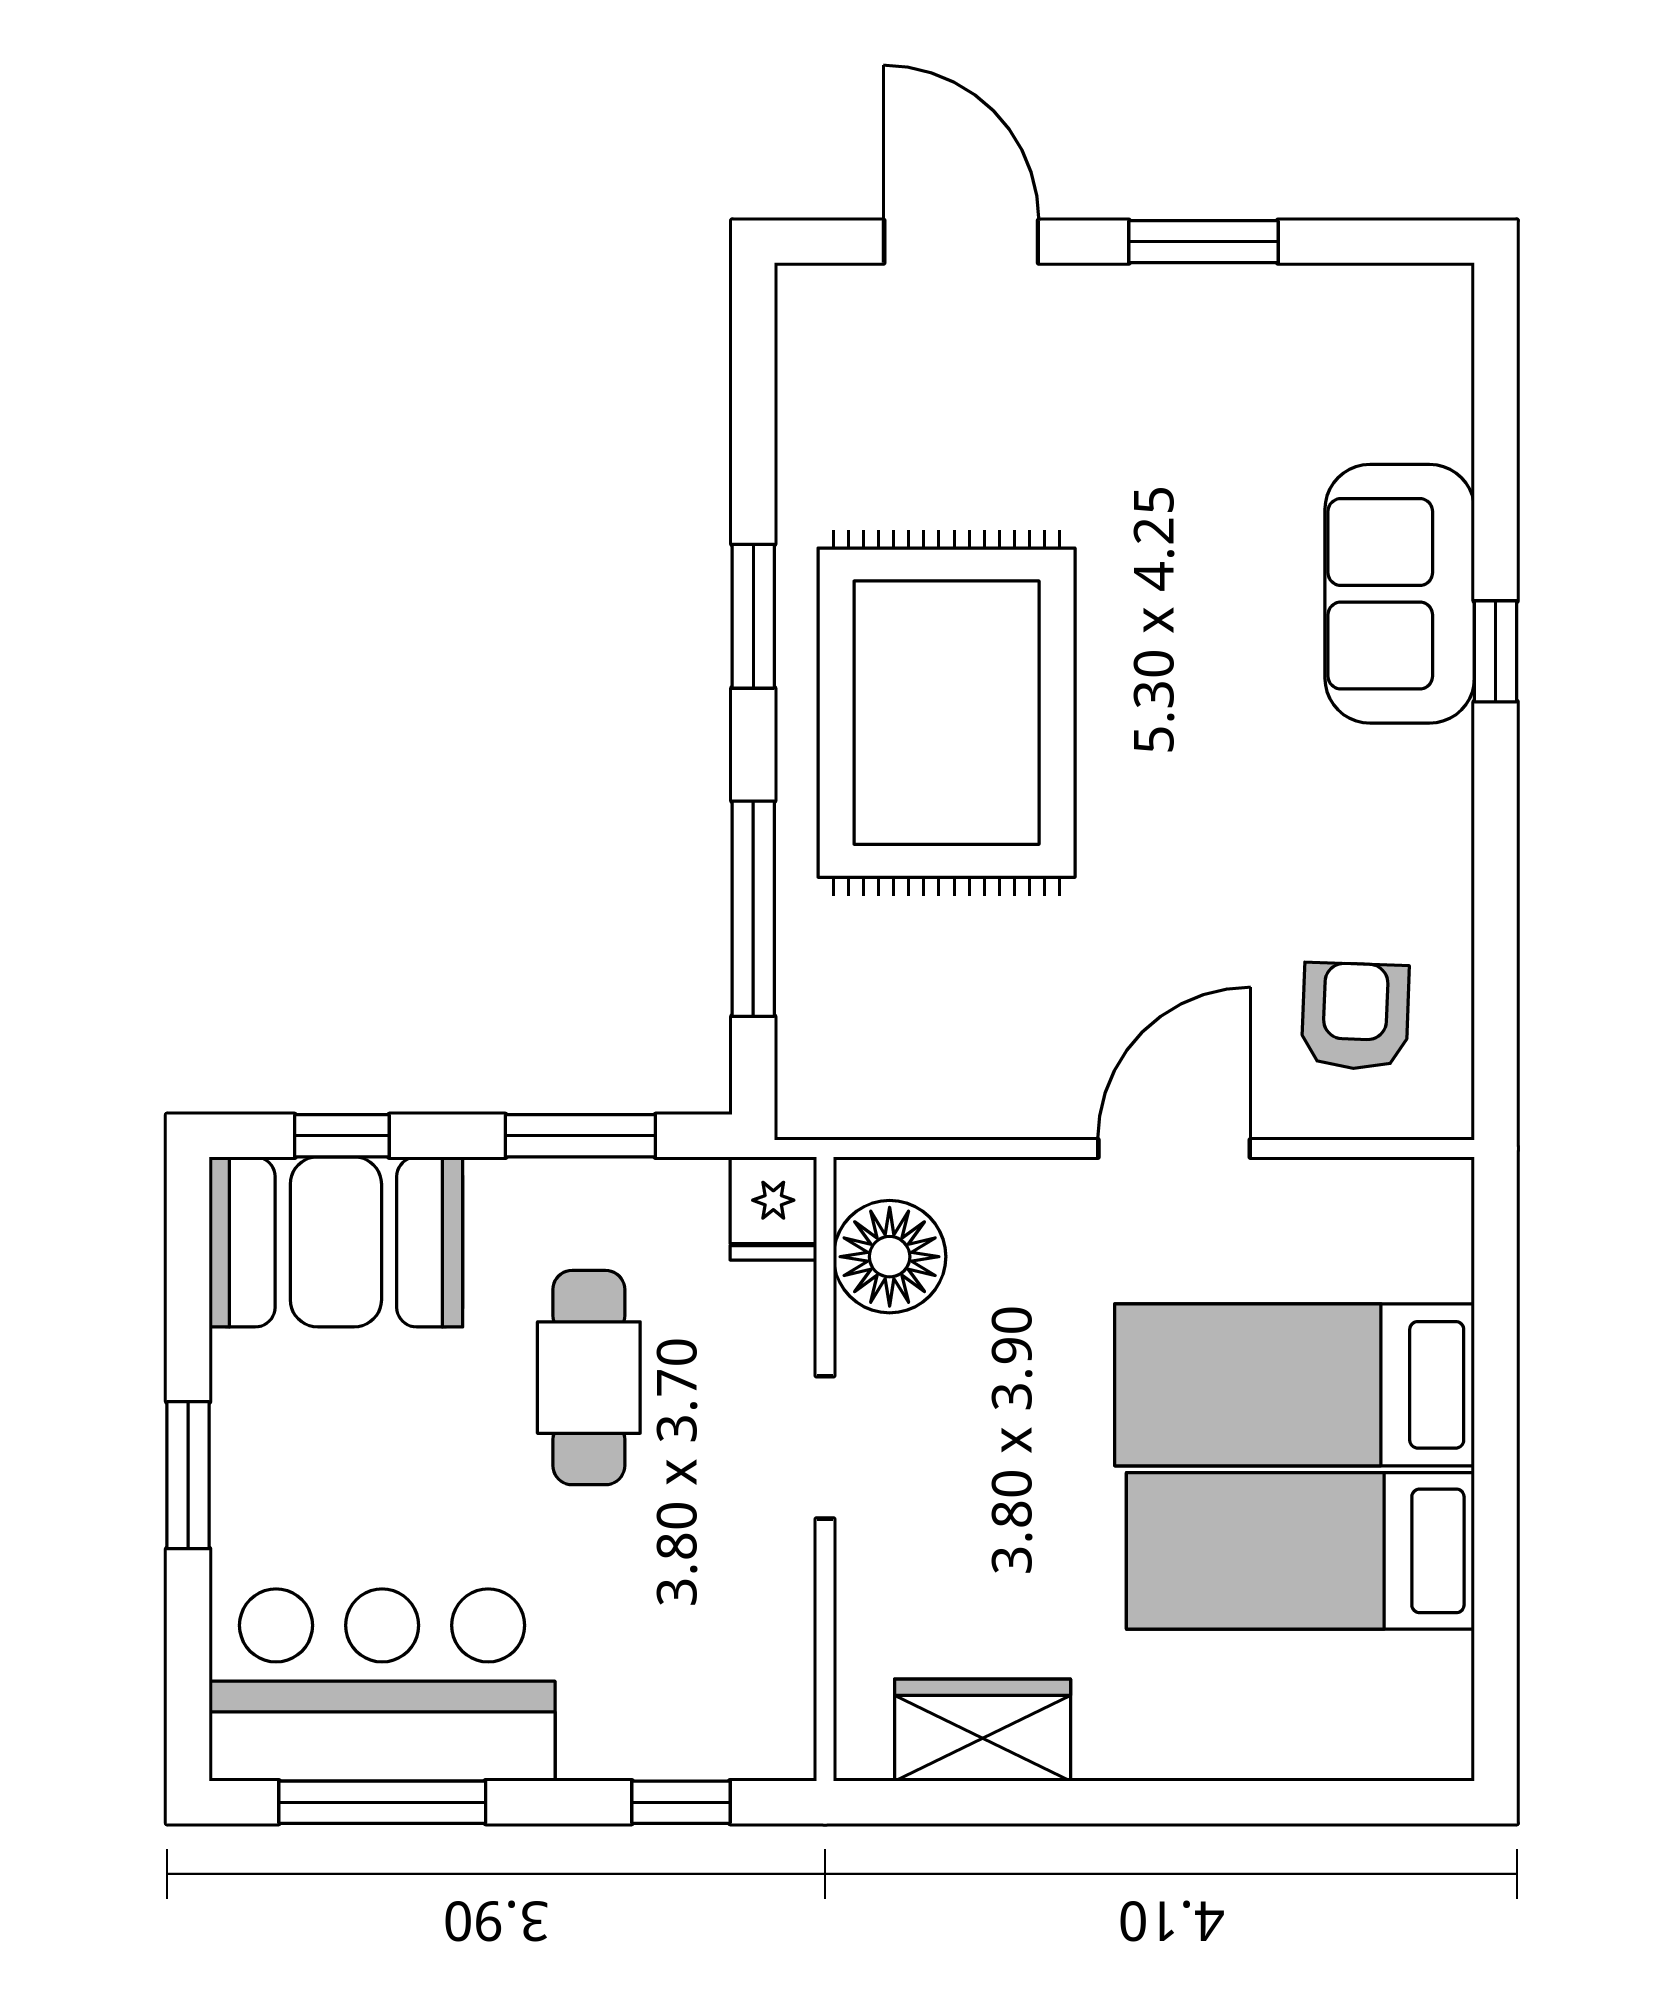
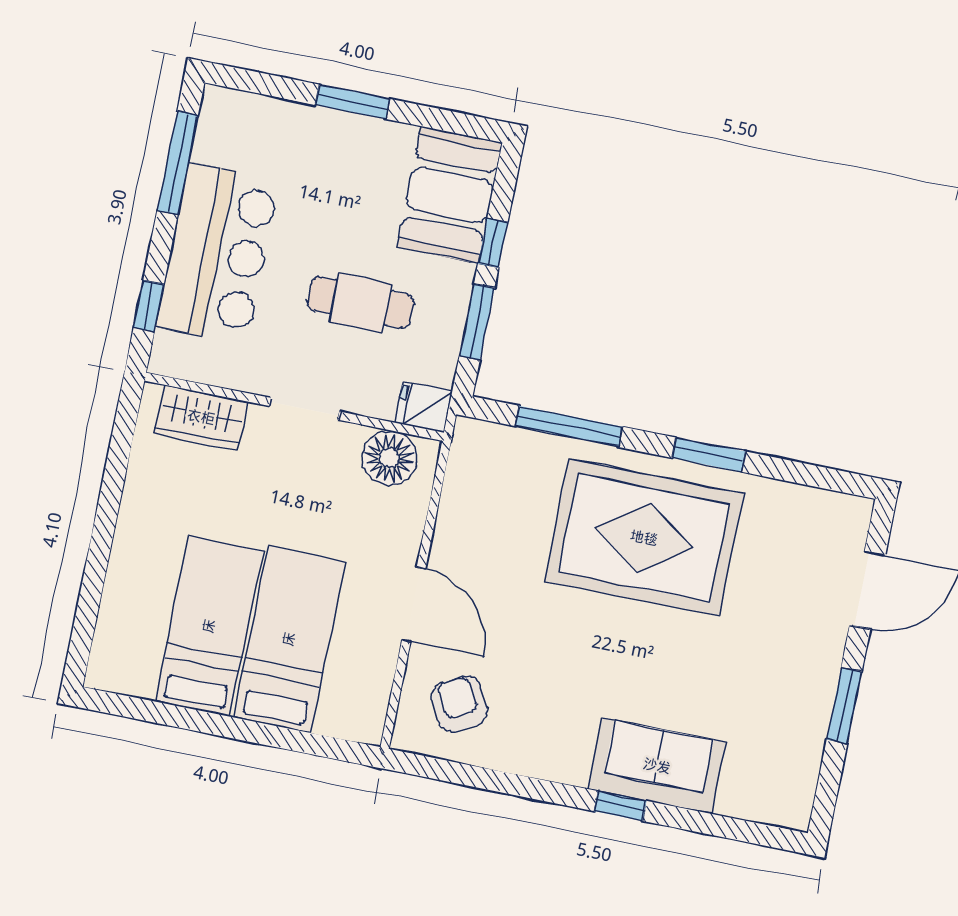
armchair: (1355, 1016) -> (459, 704), turned -120
window: (342, 1136) -> (493, 243), moved
bar counter: (382, 1685) -> (218, 253), moved
wardrobe: (983, 1730) -> (201, 417), moved, turned 90

